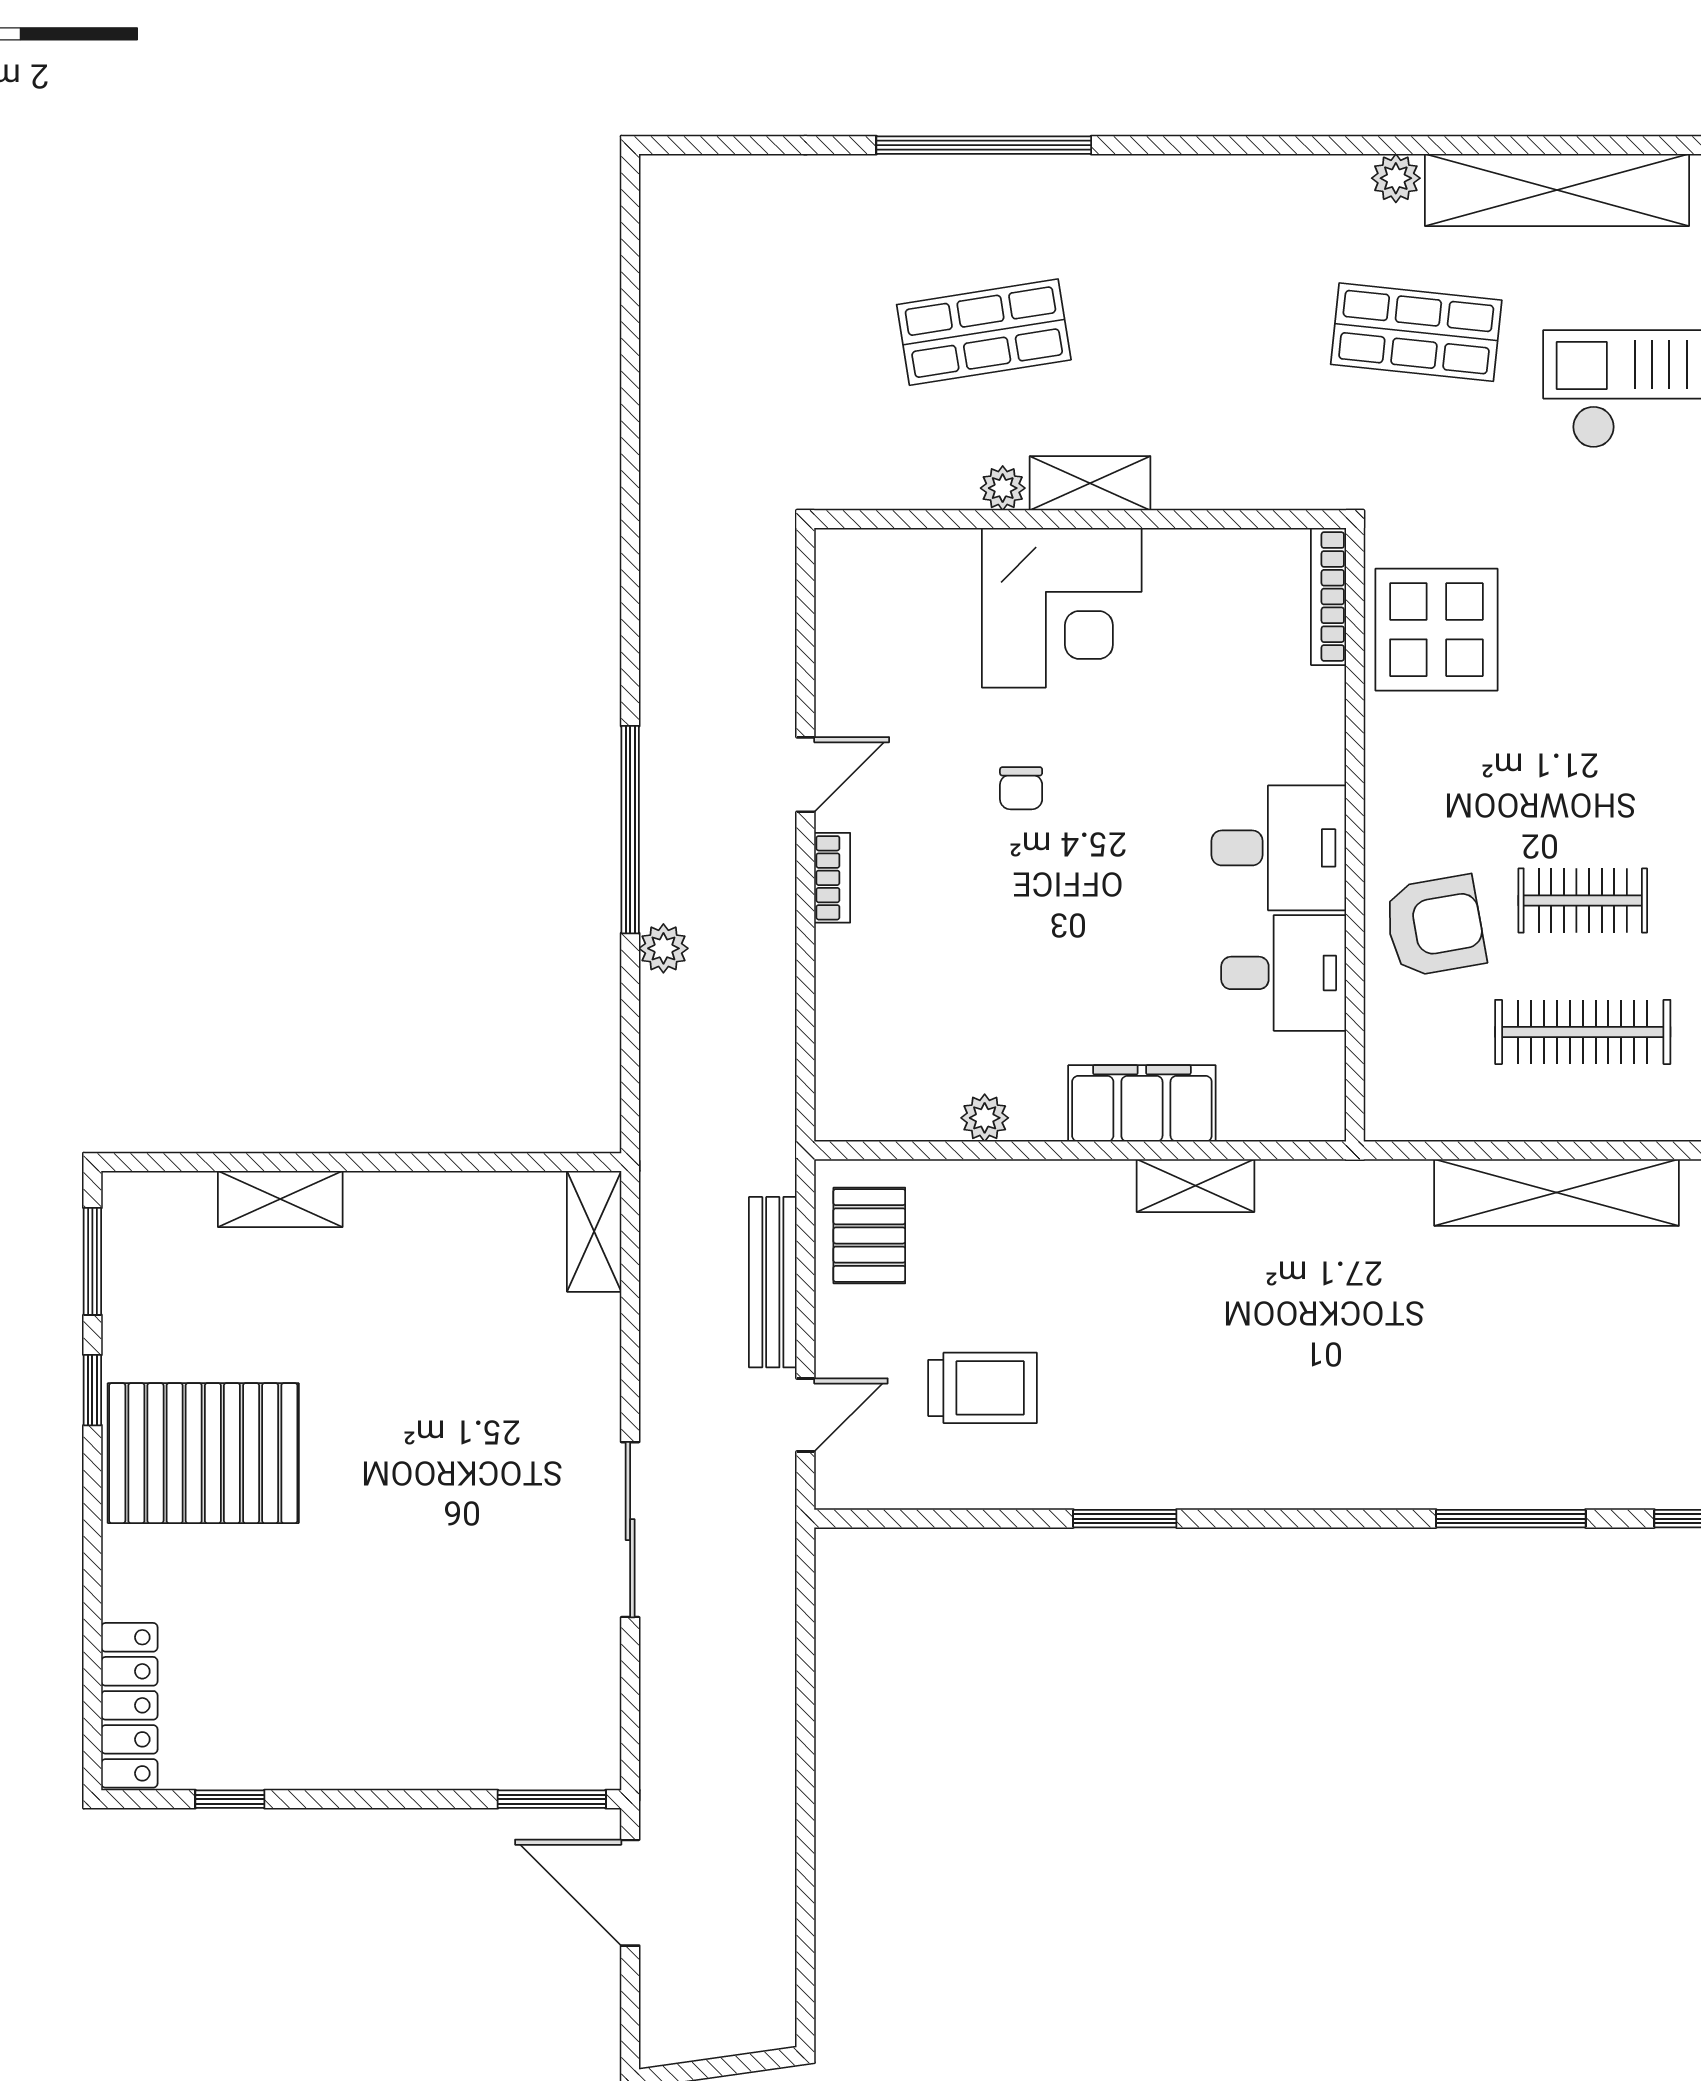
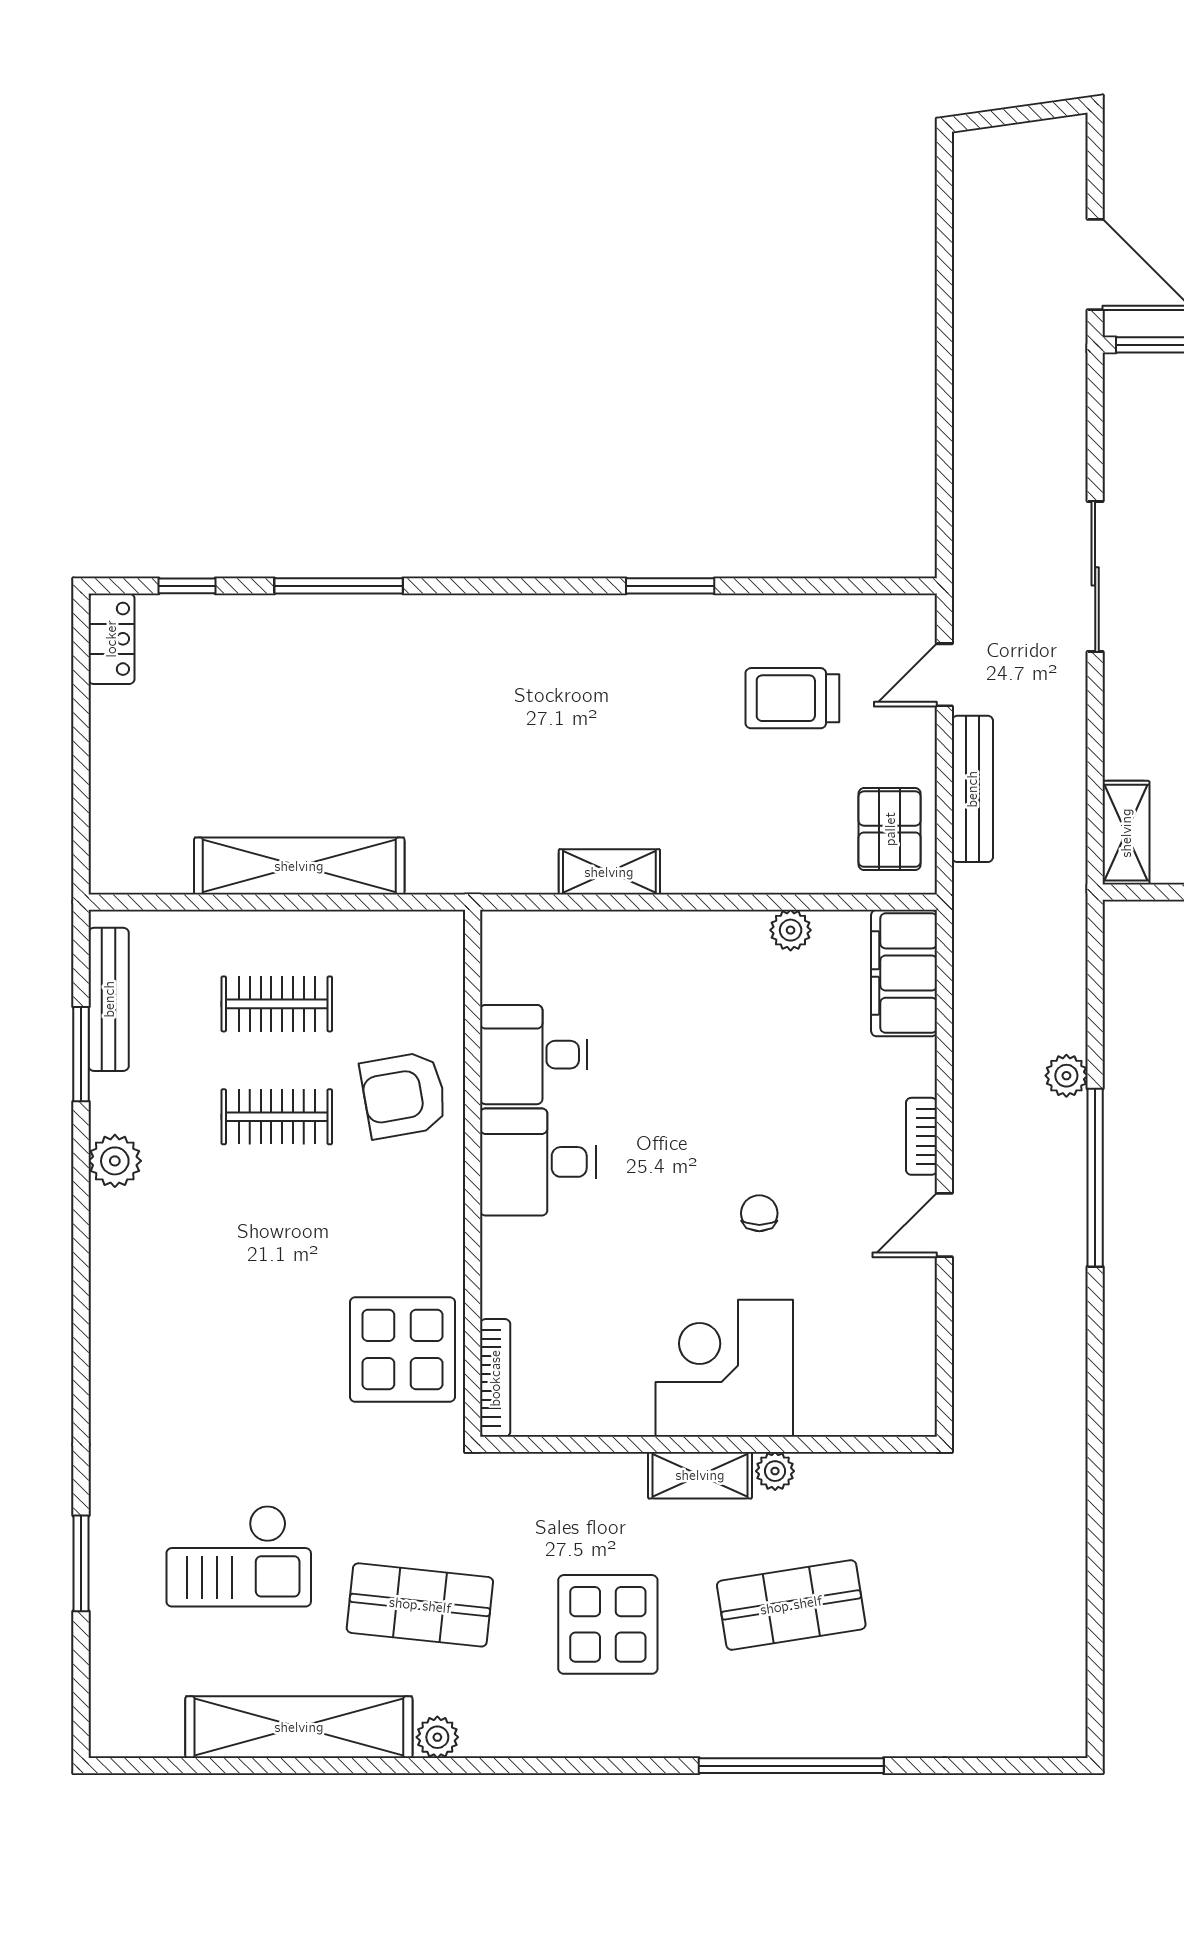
display table: (1197, 310) -> (608, 1624), added
clothes rail: (1583, 1032) -> (277, 1004), width x0.73
filing cabinet: (1142, 1103) -> (904, 973), moved, turned 90

